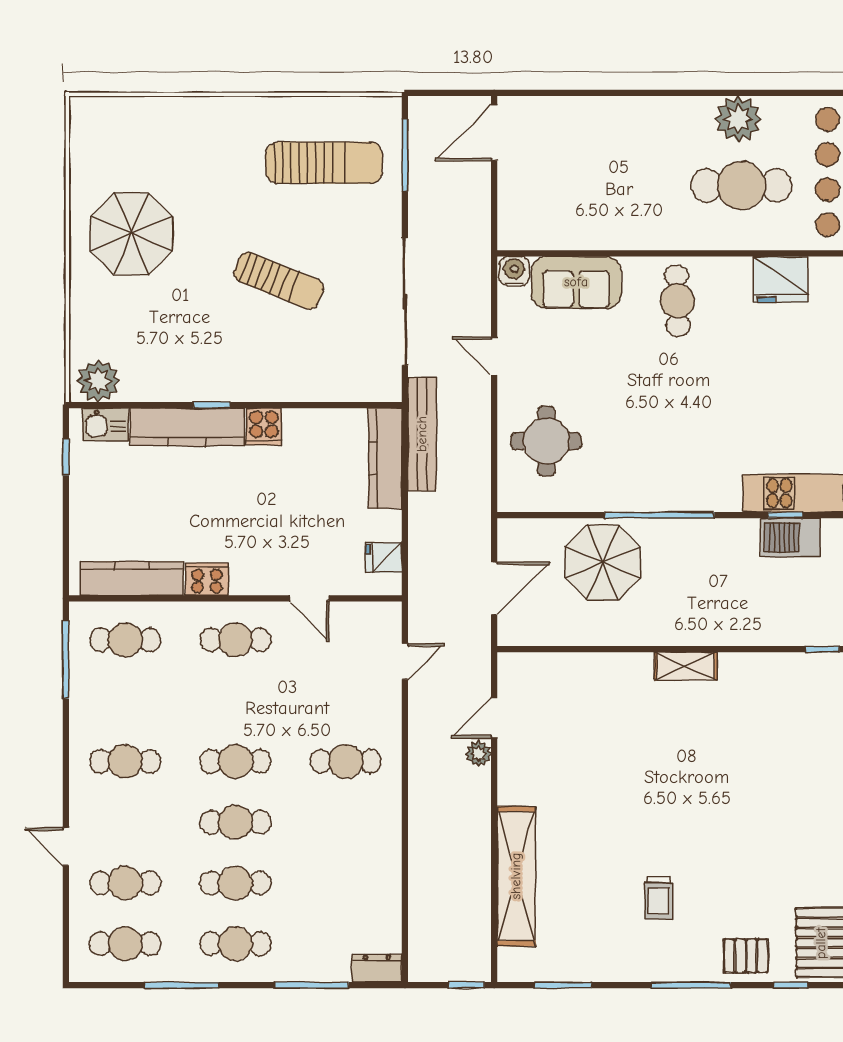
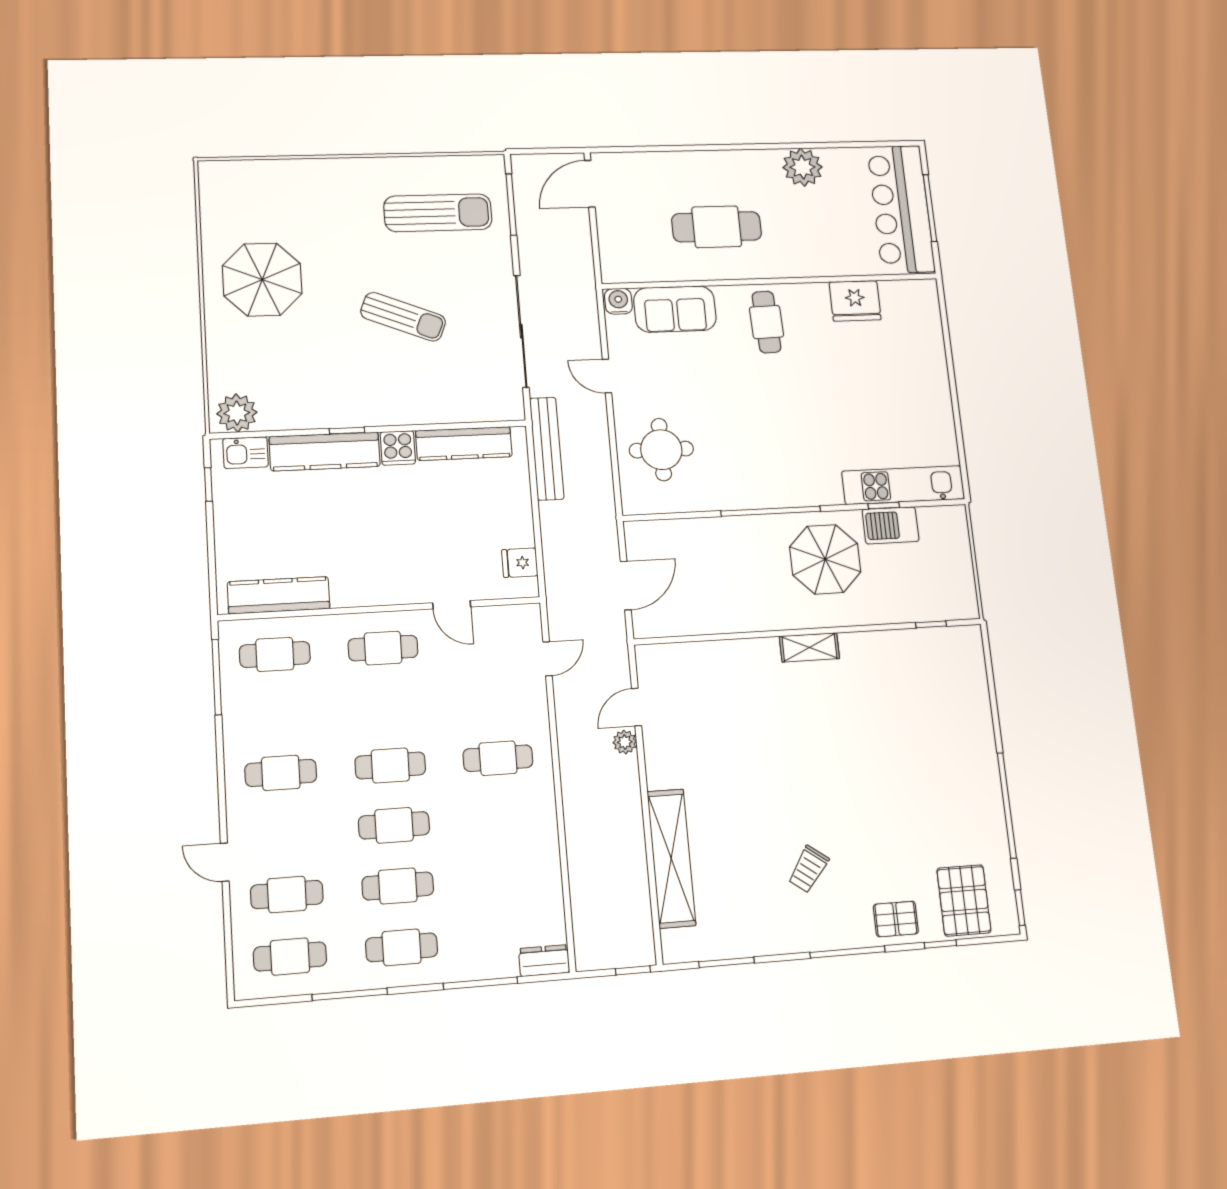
cafe table: (741, 186) -> (717, 227), moved
kitchen counter: (385, 458) -> (464, 444), moved, turned -90
parasol: (603, 562) -> (825, 559), moved
cooker: (207, 579) -> (352, 592), removed
trolley: (659, 898) -> (808, 869), turned 36

